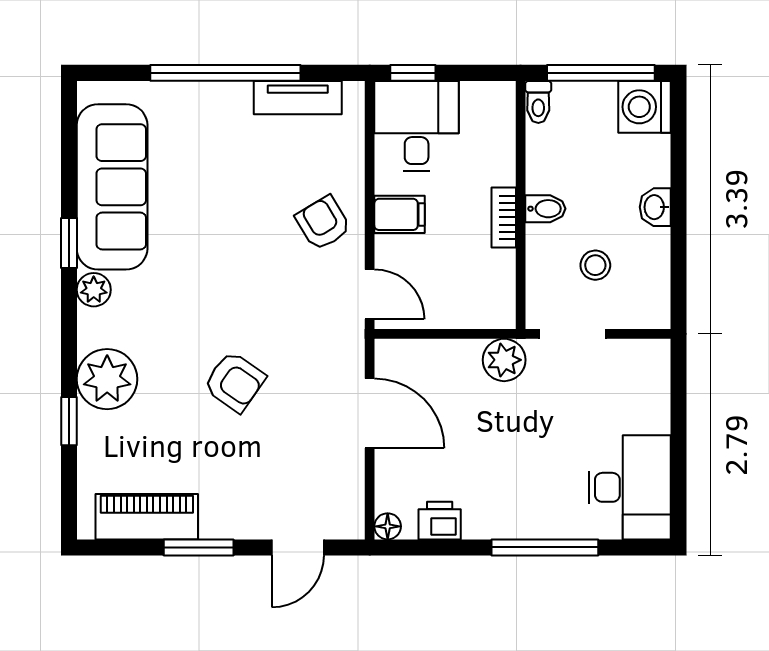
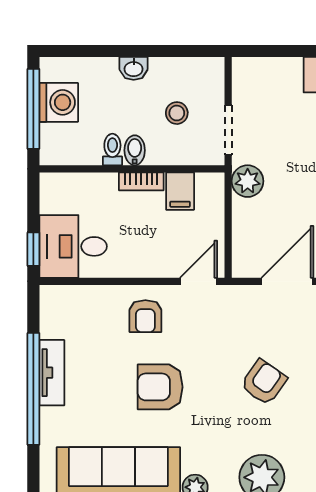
tv unit: (298, 98) -> (52, 373), moved
toilet: (538, 102) -> (112, 150), moved, turned -90
washing machine: (644, 107) -> (59, 102), moved, turned -90
filing cabinet: (400, 214) -> (180, 191), moved, turned 180
armchair: (323, 223) -> (145, 316), turned -59
armchair: (228, 243) -> (160, 387), added

